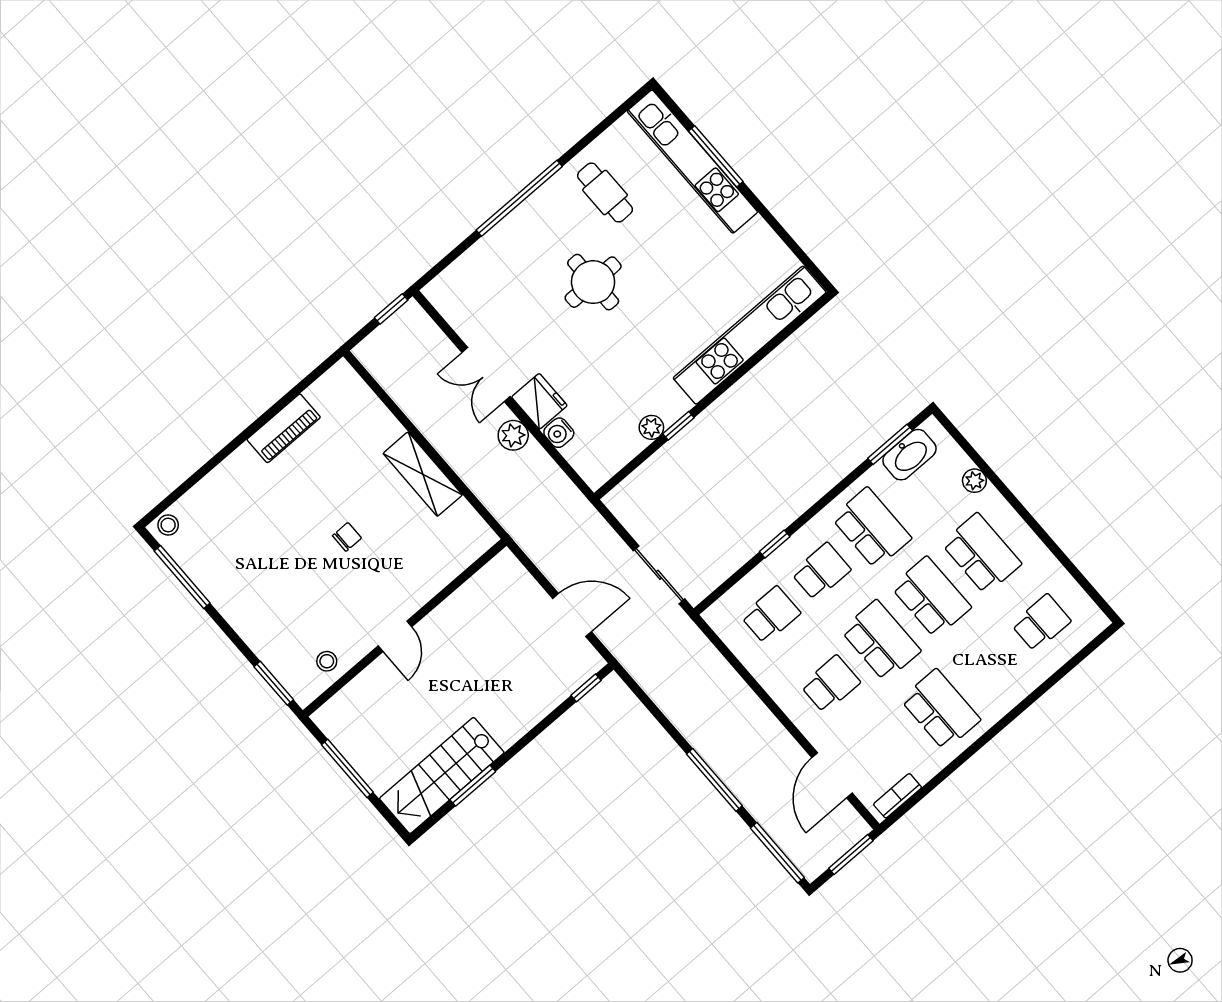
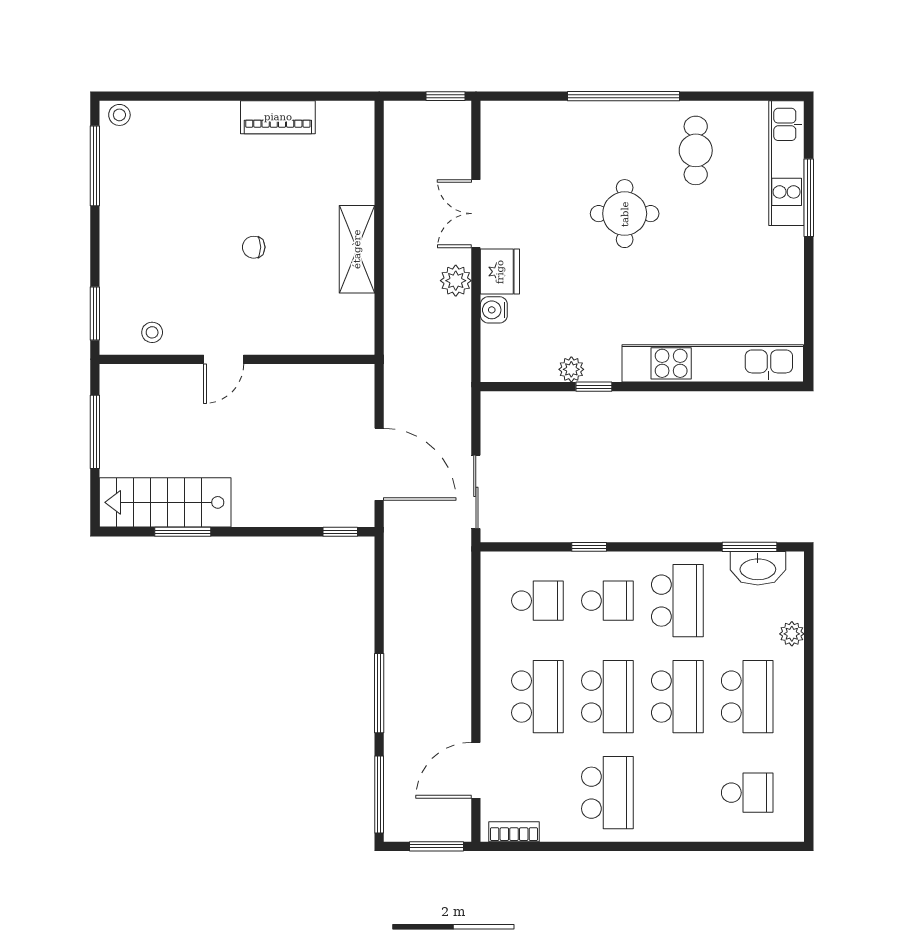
kitchen unit: (692, 162) -> (787, 163), width x0.73
chair: (347, 537) -> (254, 247), turned 180
door: (572, 615) -> (379, 464), width x1.36
school desk: (830, 684) -> (537, 697), width x1.85

